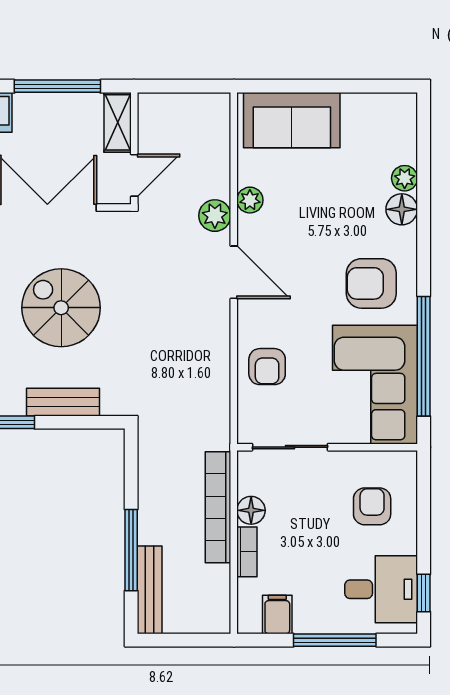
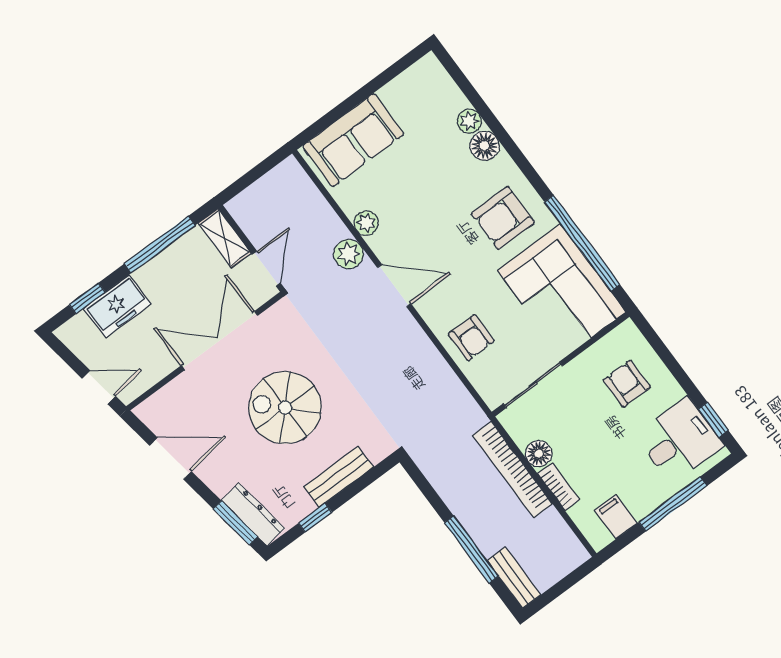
bench: (150, 590) -> (514, 578), width x0.73

